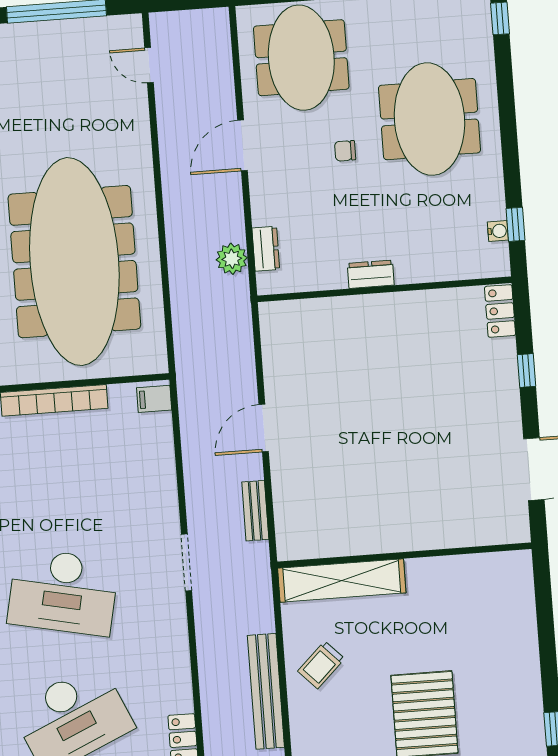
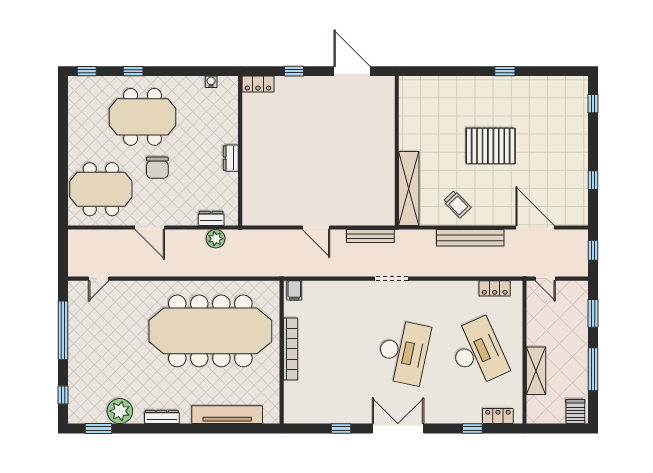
chair: (345, 151) -> (157, 168), width x1.87, depth x1.87
window: (515, 224) -> (133, 71), moved
bench: (255, 511) -> (370, 236), width x1.36

